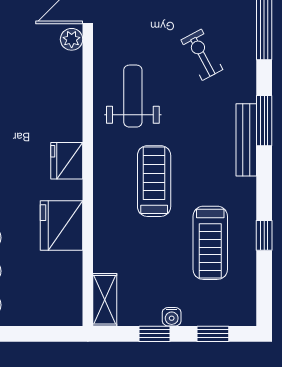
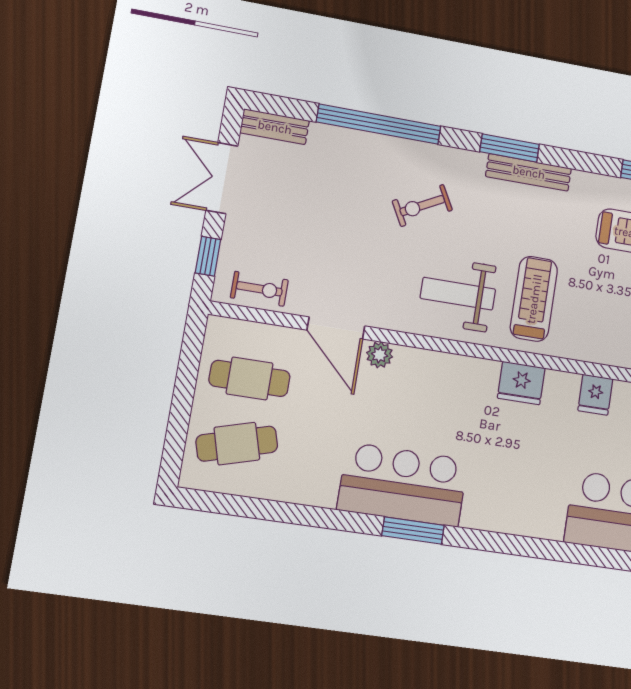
treadmill: (154, 181) -> (534, 299), moved, turned 90
fridge: (62, 226) -> (595, 395), width x0.53, depth x0.75

